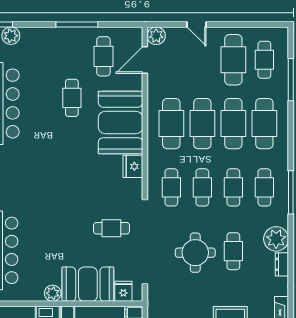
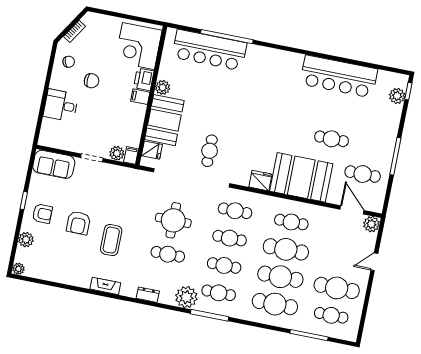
cafe table: (171, 124) -> (291, 222), width x0.73, depth x0.74
plant: (276, 239) -> (186, 297), moved

